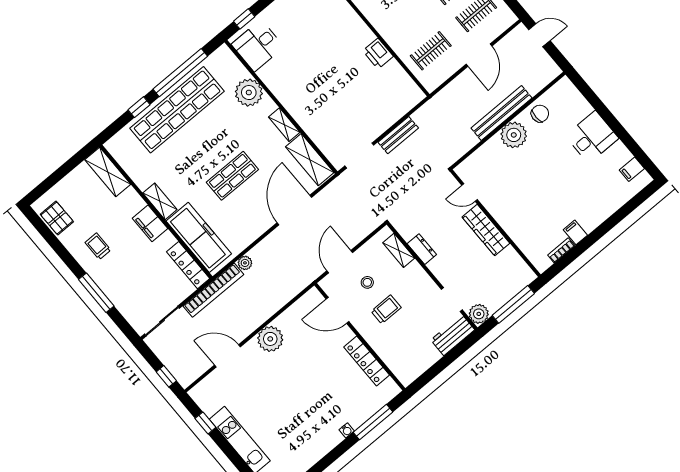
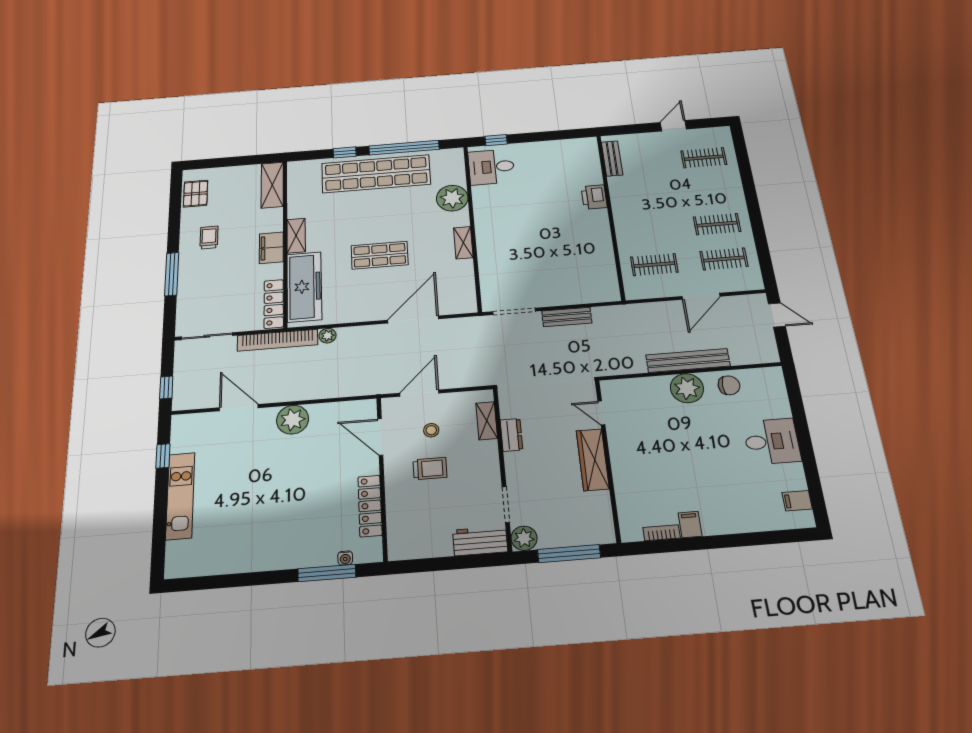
printer: (378, 54) -> (594, 197), moved
shelving: (310, 160) -> (463, 286), removed
water cooler: (347, 430) -> (345, 558), moved

